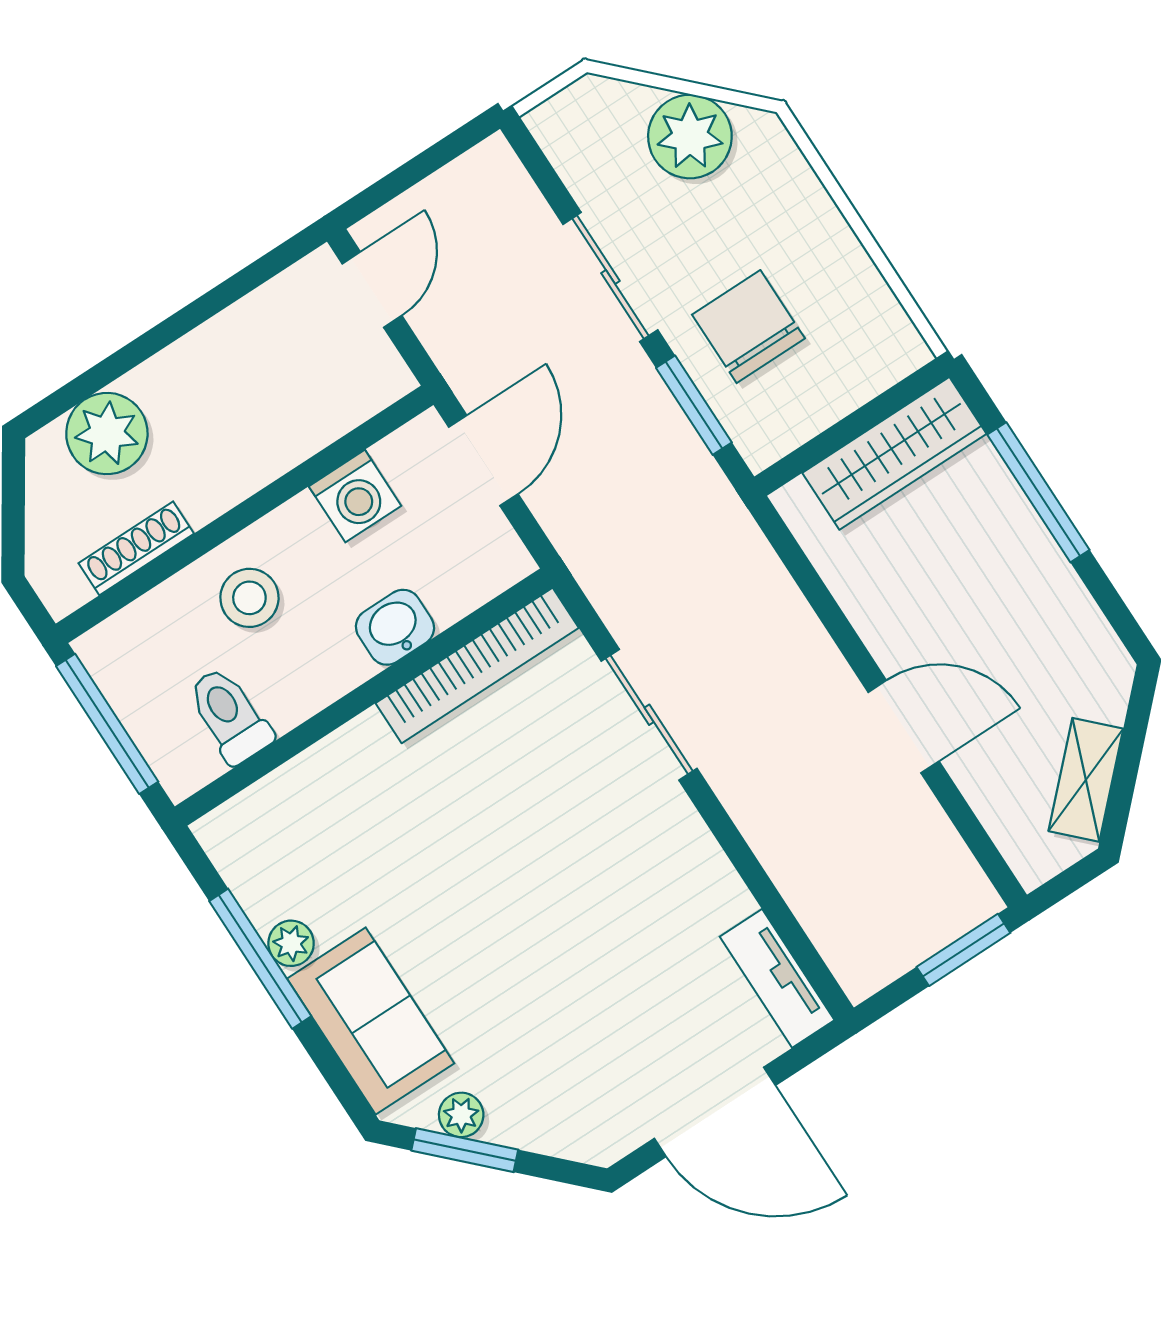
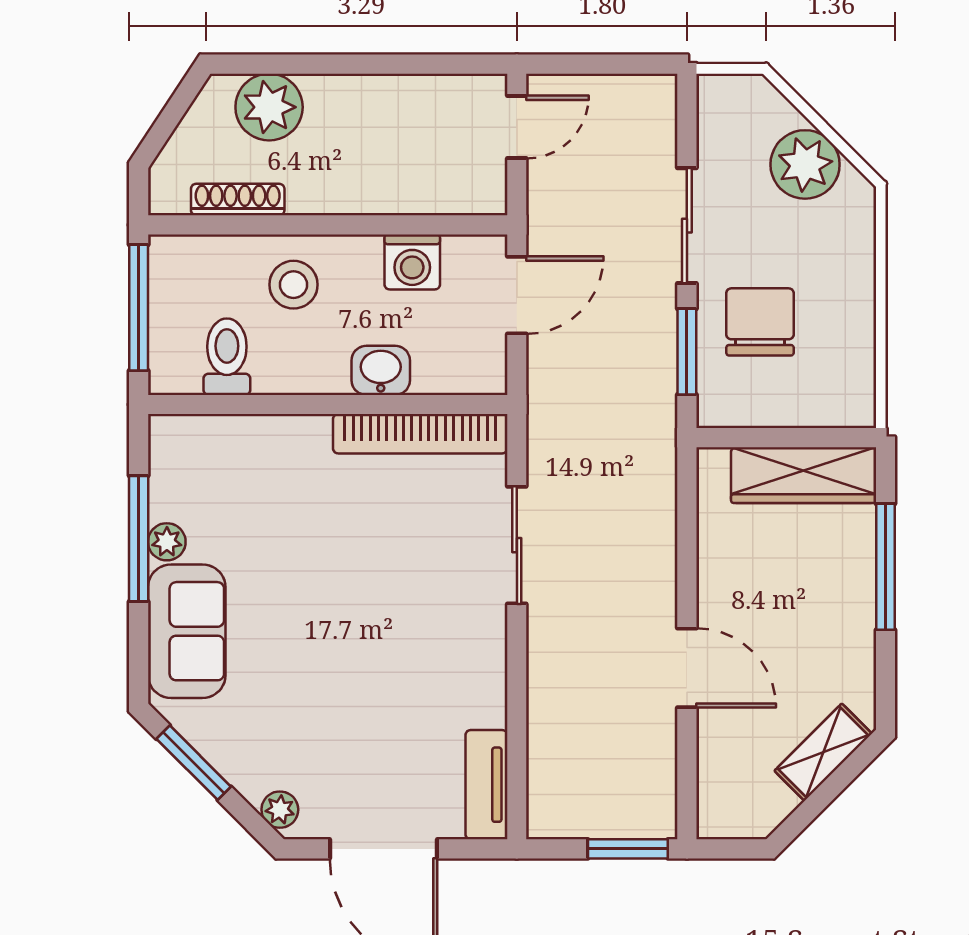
shelving: (1086, 780) -> (823, 752), moved
plant: (461, 1115) -> (280, 810), moved

